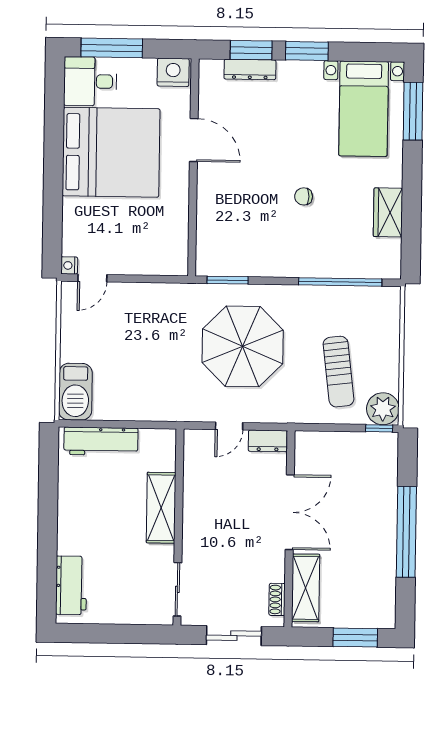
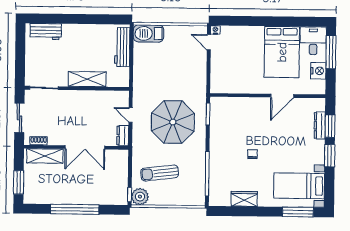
nightstand: (173, 72) -> (318, 71), moved
bed: (111, 152) -> (282, 52), width x0.73

